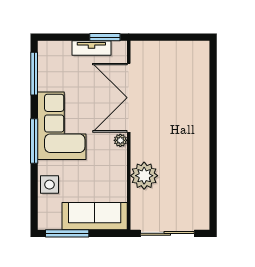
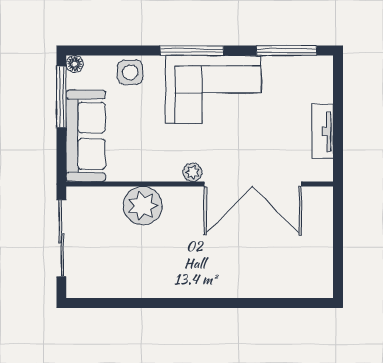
window: (105, 37) -> (338, 150), removed
double door: (129, 98) -> (253, 184), swing flipped
floor lamp: (44, 224) -> (75, 64), added

